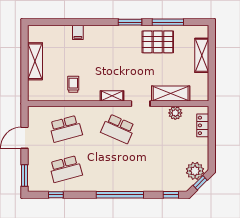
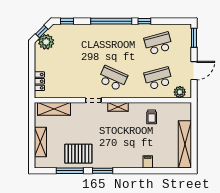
shelving: (35, 61) -> (185, 144), width x1.47
shelving: (171, 94) -> (54, 109), moved
plant: (175, 113) -> (180, 92), moved
window: (56, 195) -> (144, 21), moved

